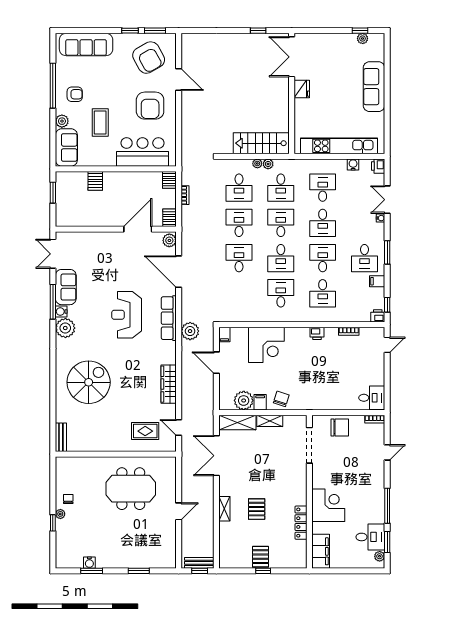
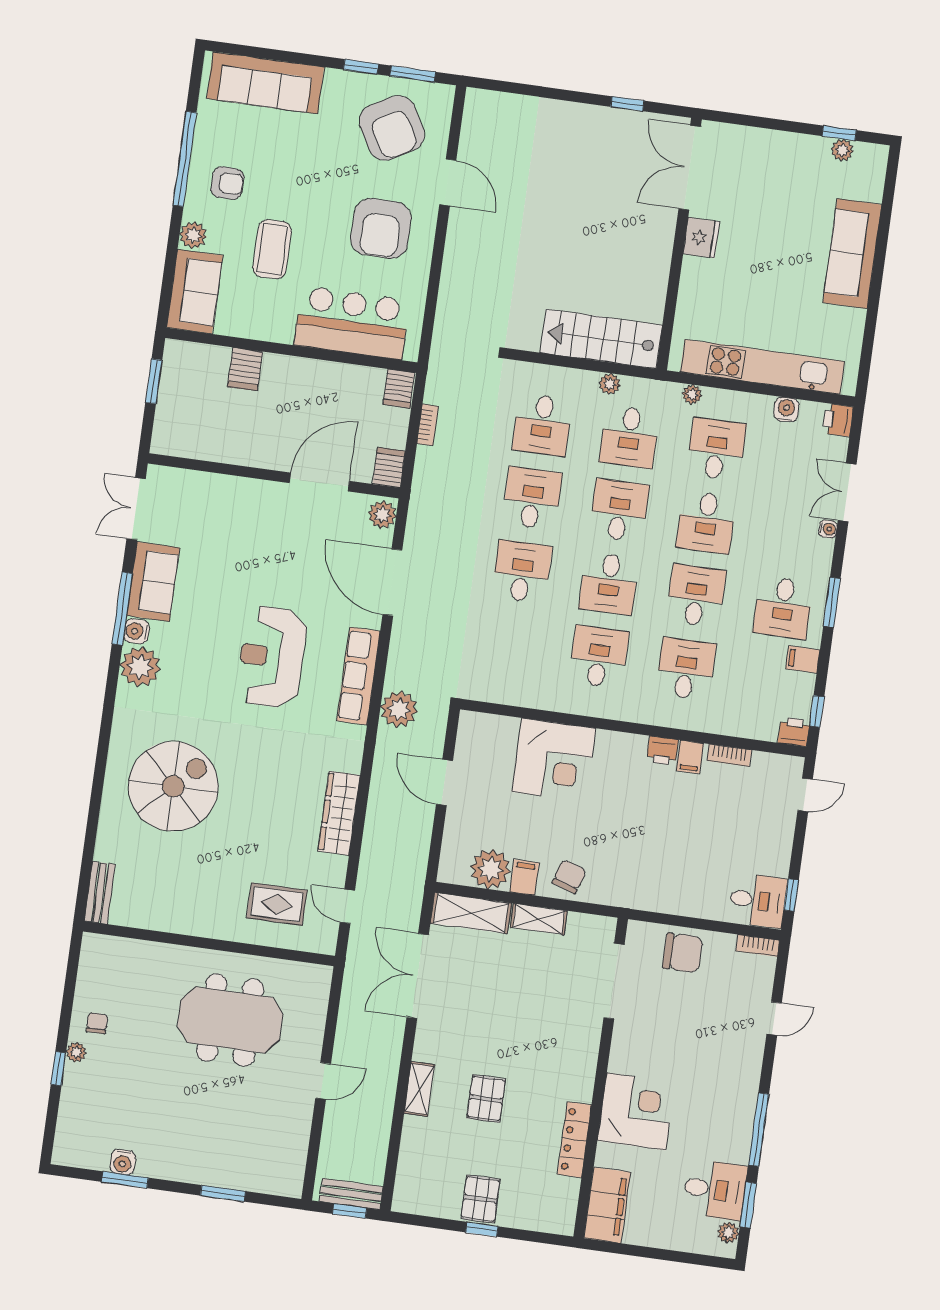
plant: (257, 163) -> (692, 394), moved
desk: (323, 293) -> (686, 669), turned 180
filing cabinet: (224, 335) -> (690, 757), moved
window: (387, 393) -> (791, 895), added

